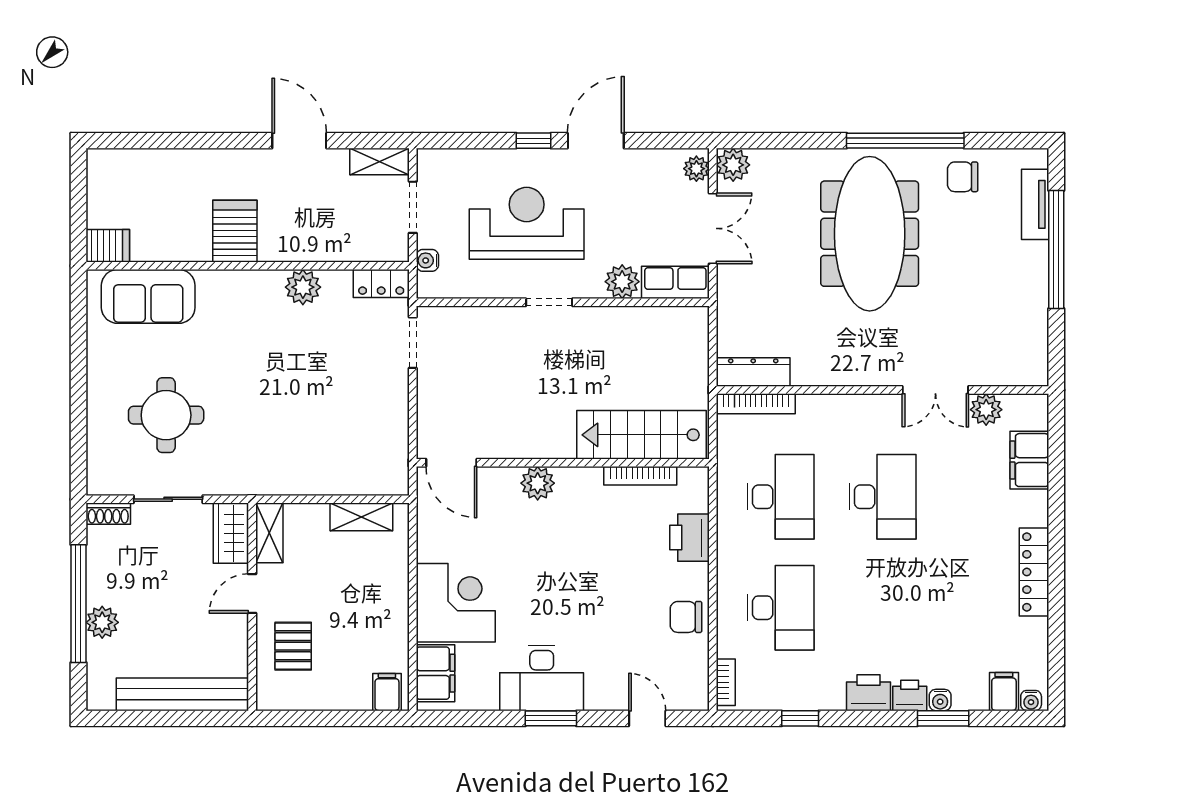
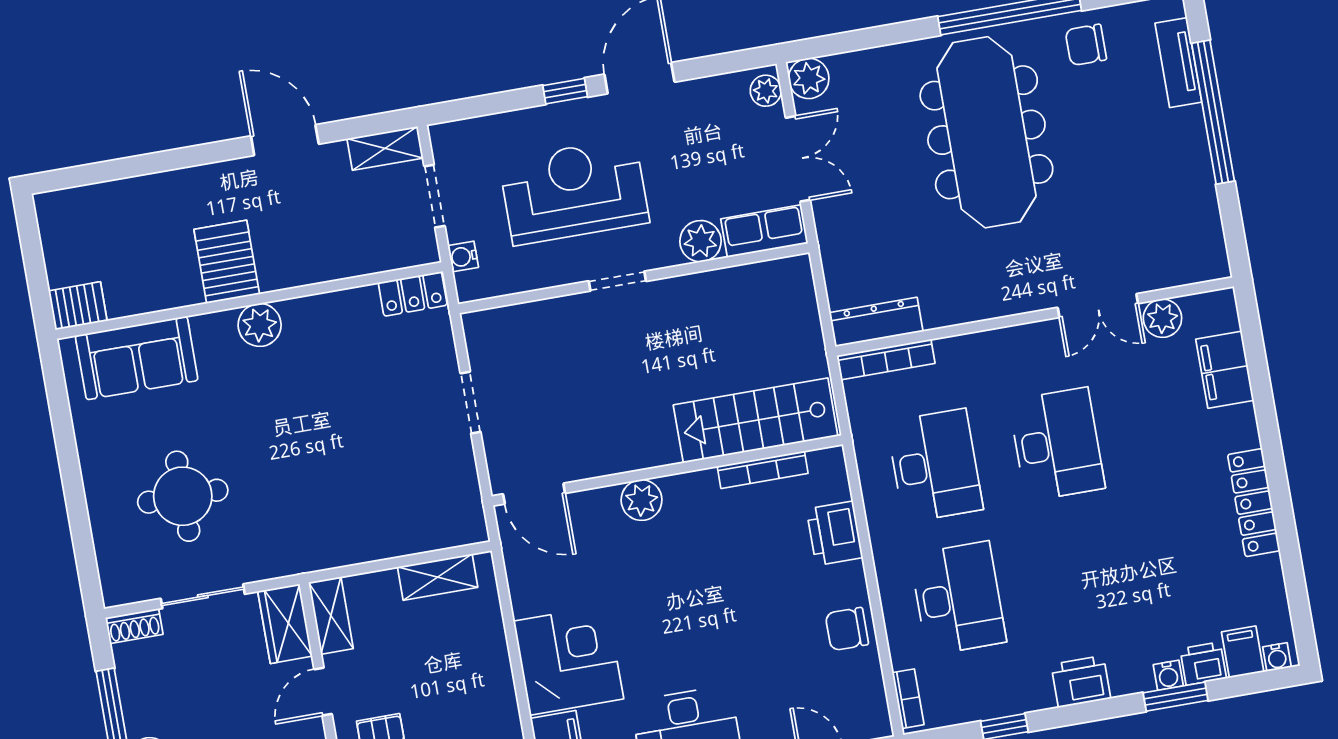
plant: (303, 287) -> (260, 325), moved
doorway: (413, 343) -> (471, 403), moved
printer: (910, 695) -> (1203, 664), moved

